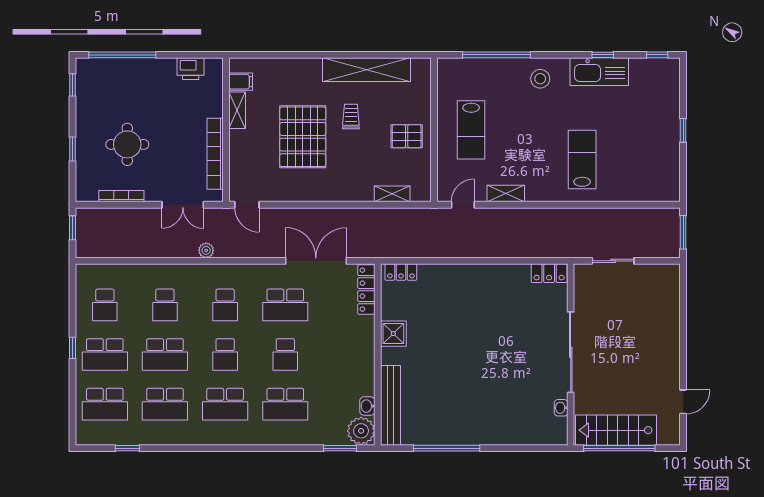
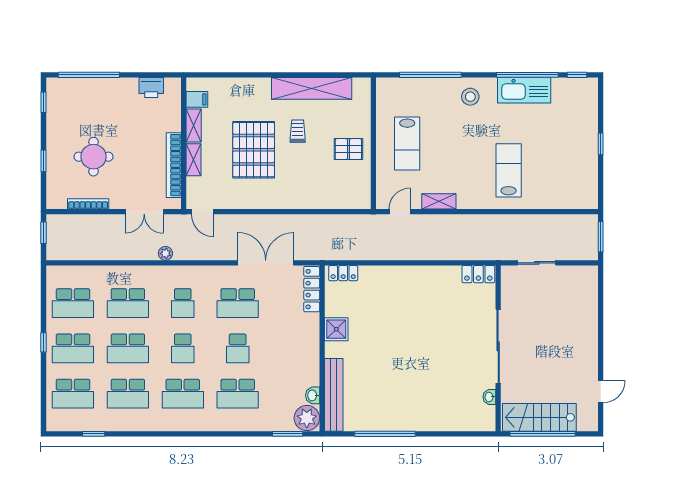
window: (603, 55) -> (527, 75), width x3.17
shelving: (392, 194) -> (193, 160), moved, turned 90
school desk: (105, 305) -> (73, 303), width x1.85
school desk: (165, 305) -> (128, 303), width x1.85

